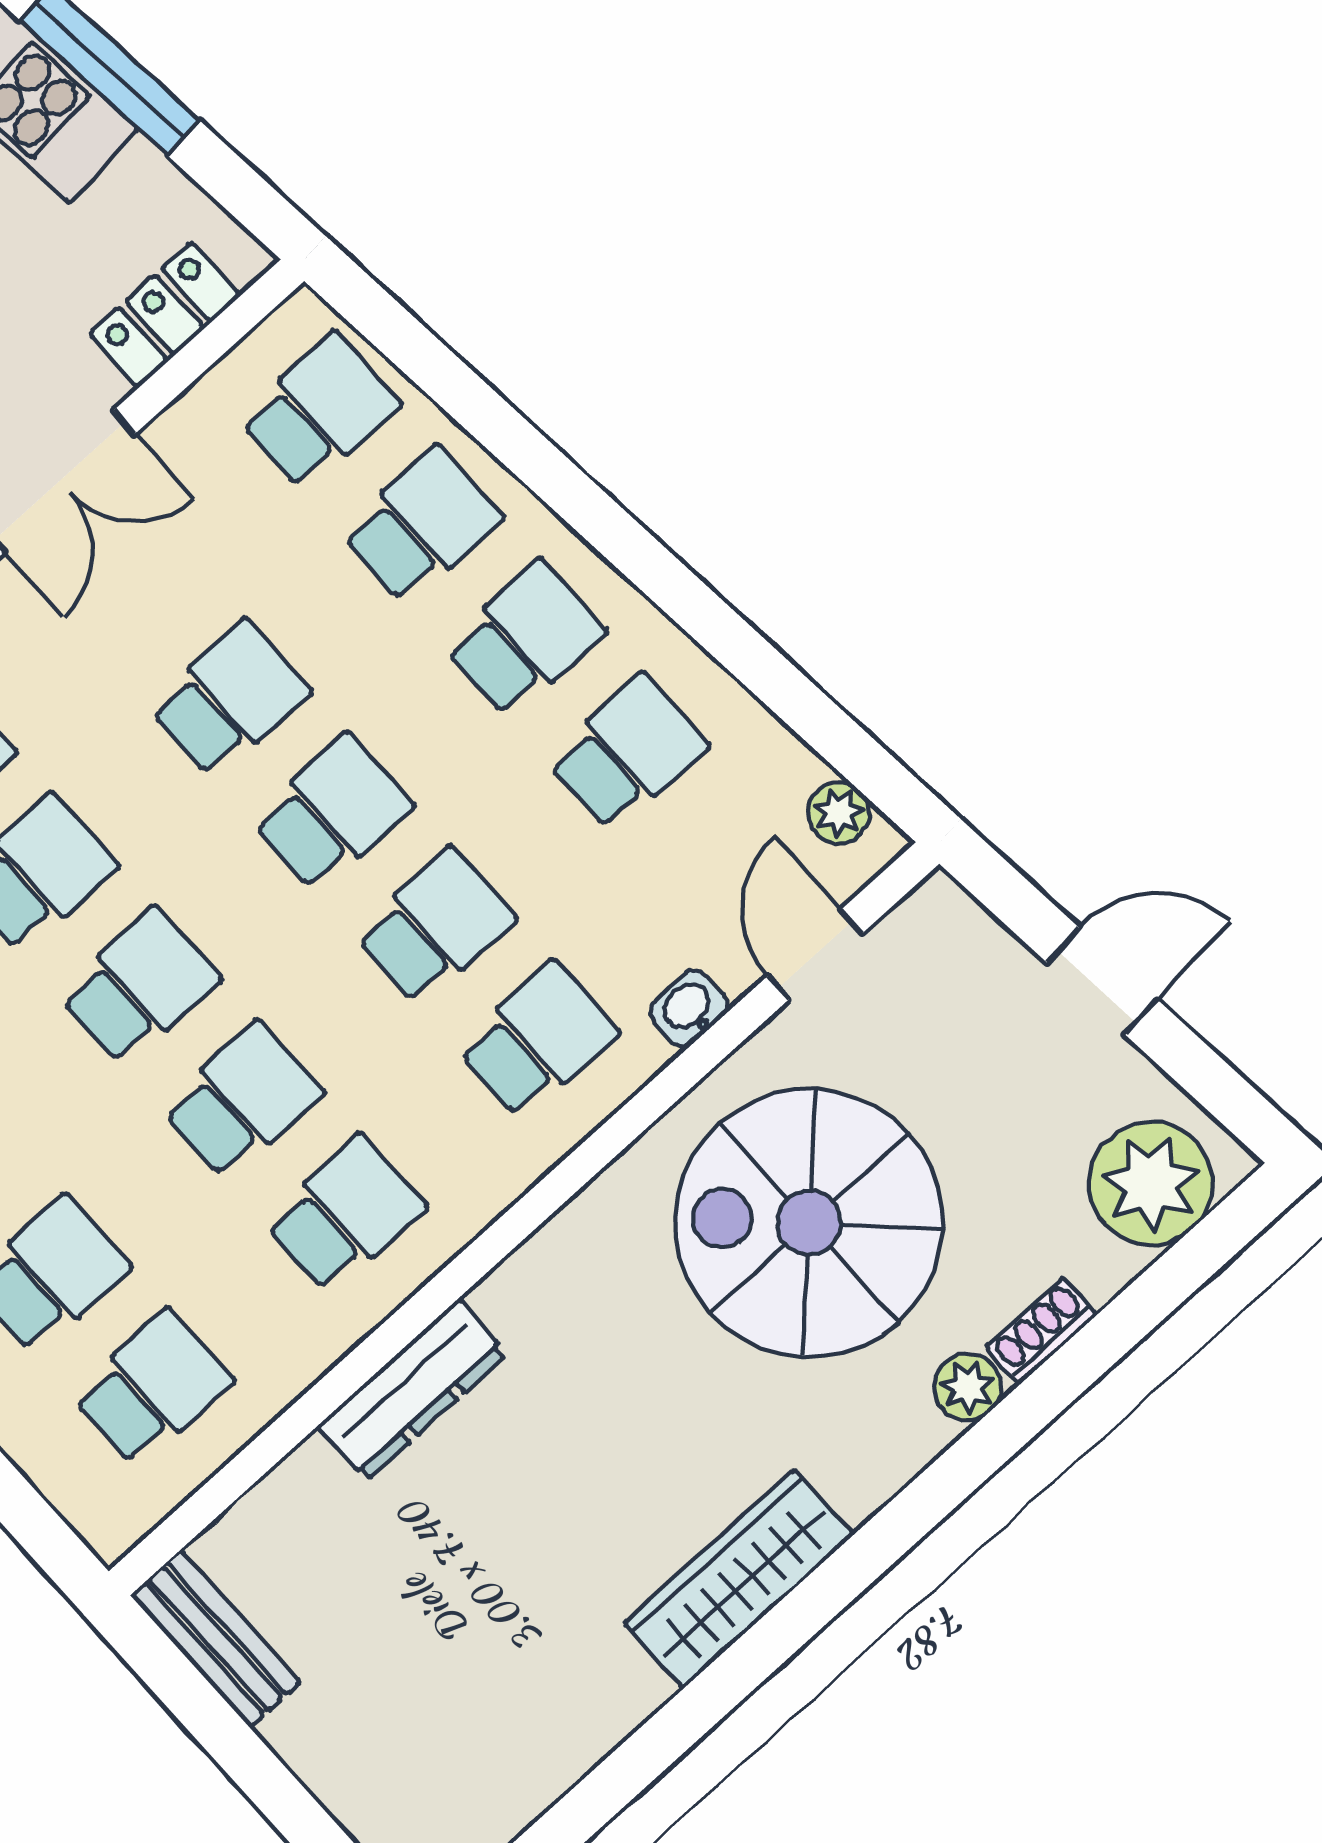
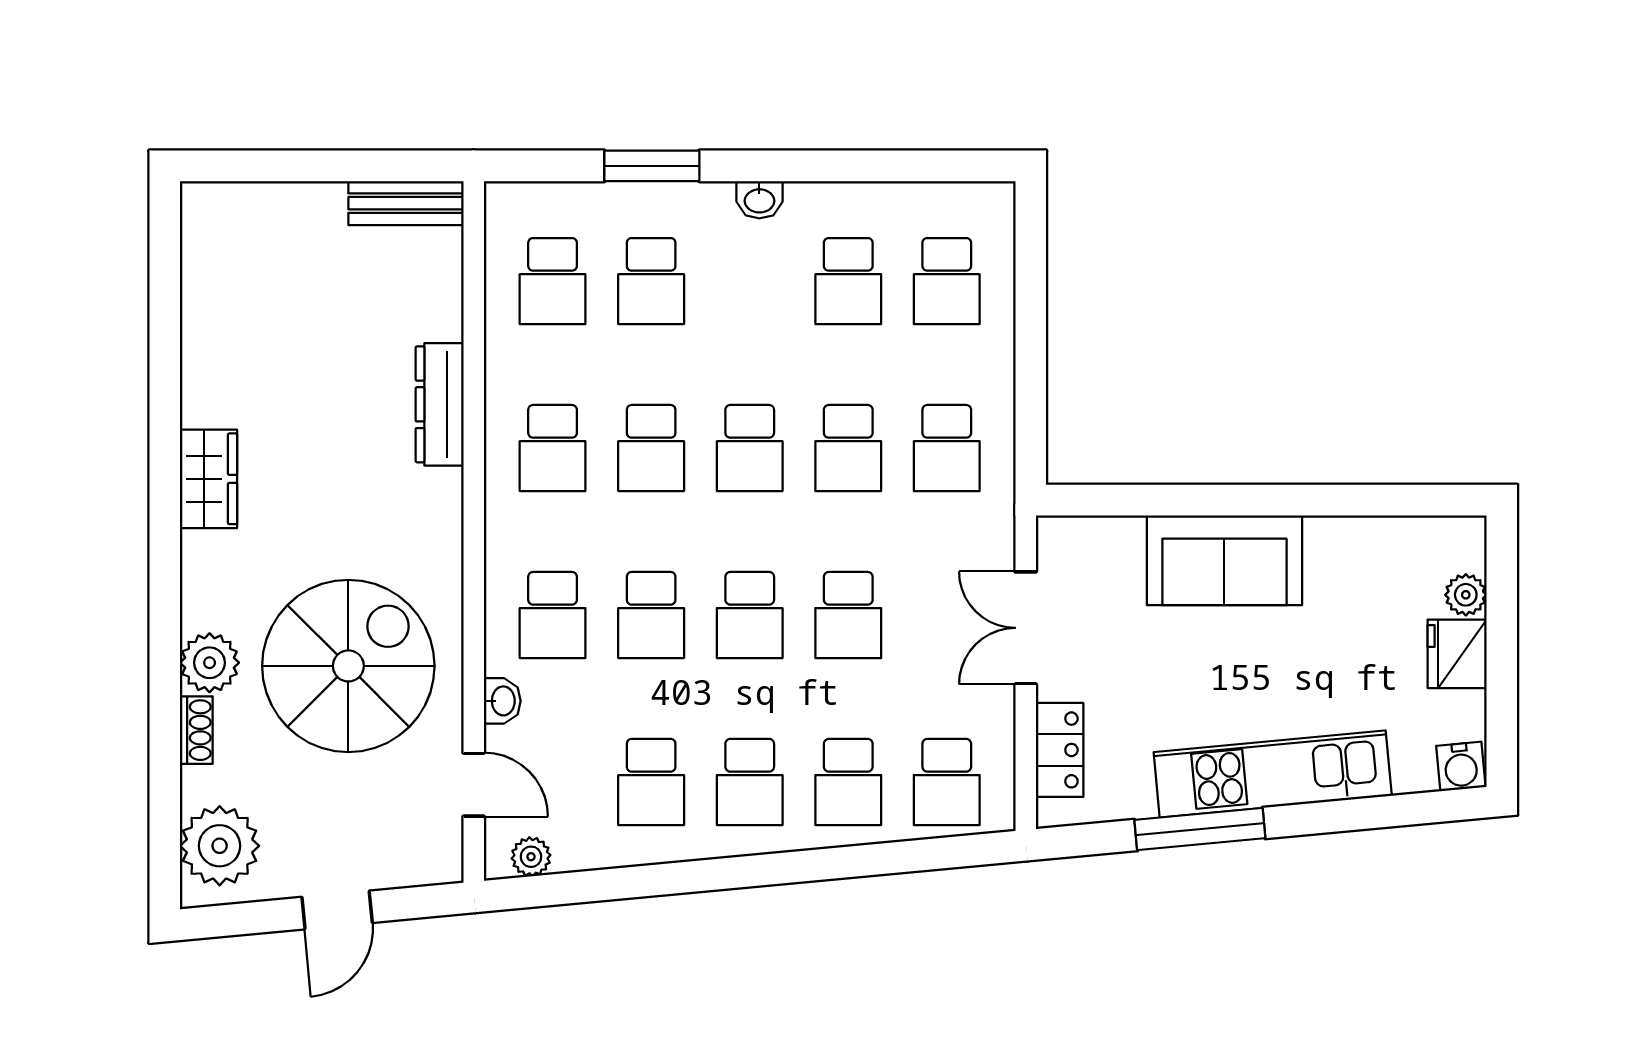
plant: (968, 1387) -> (210, 663), width x1.38, depth x1.38
wardrobe: (739, 1579) -> (209, 479), width x0.67

